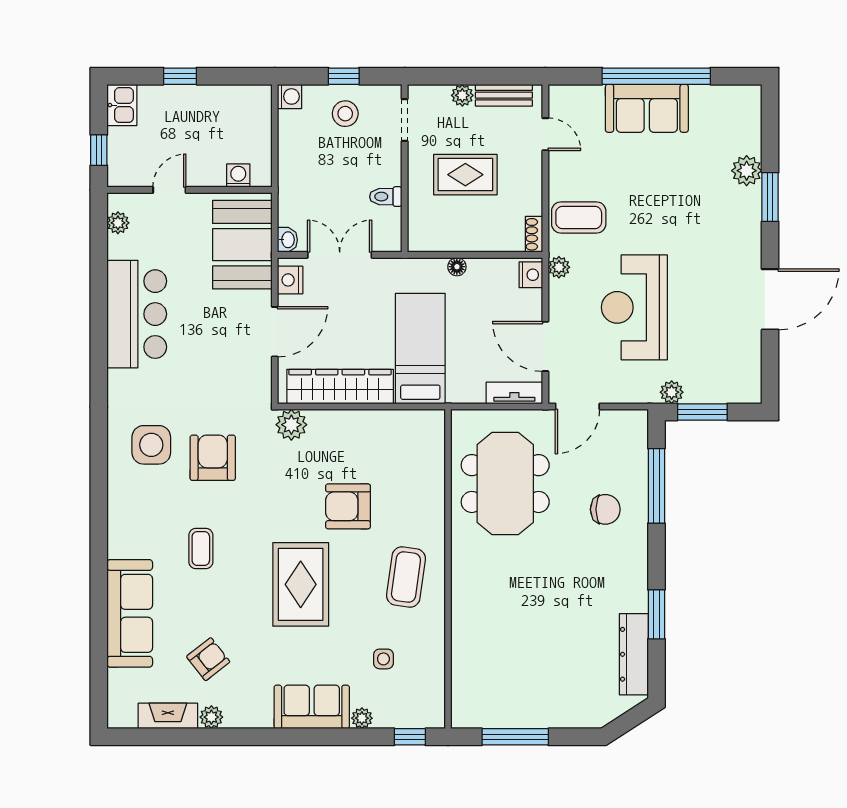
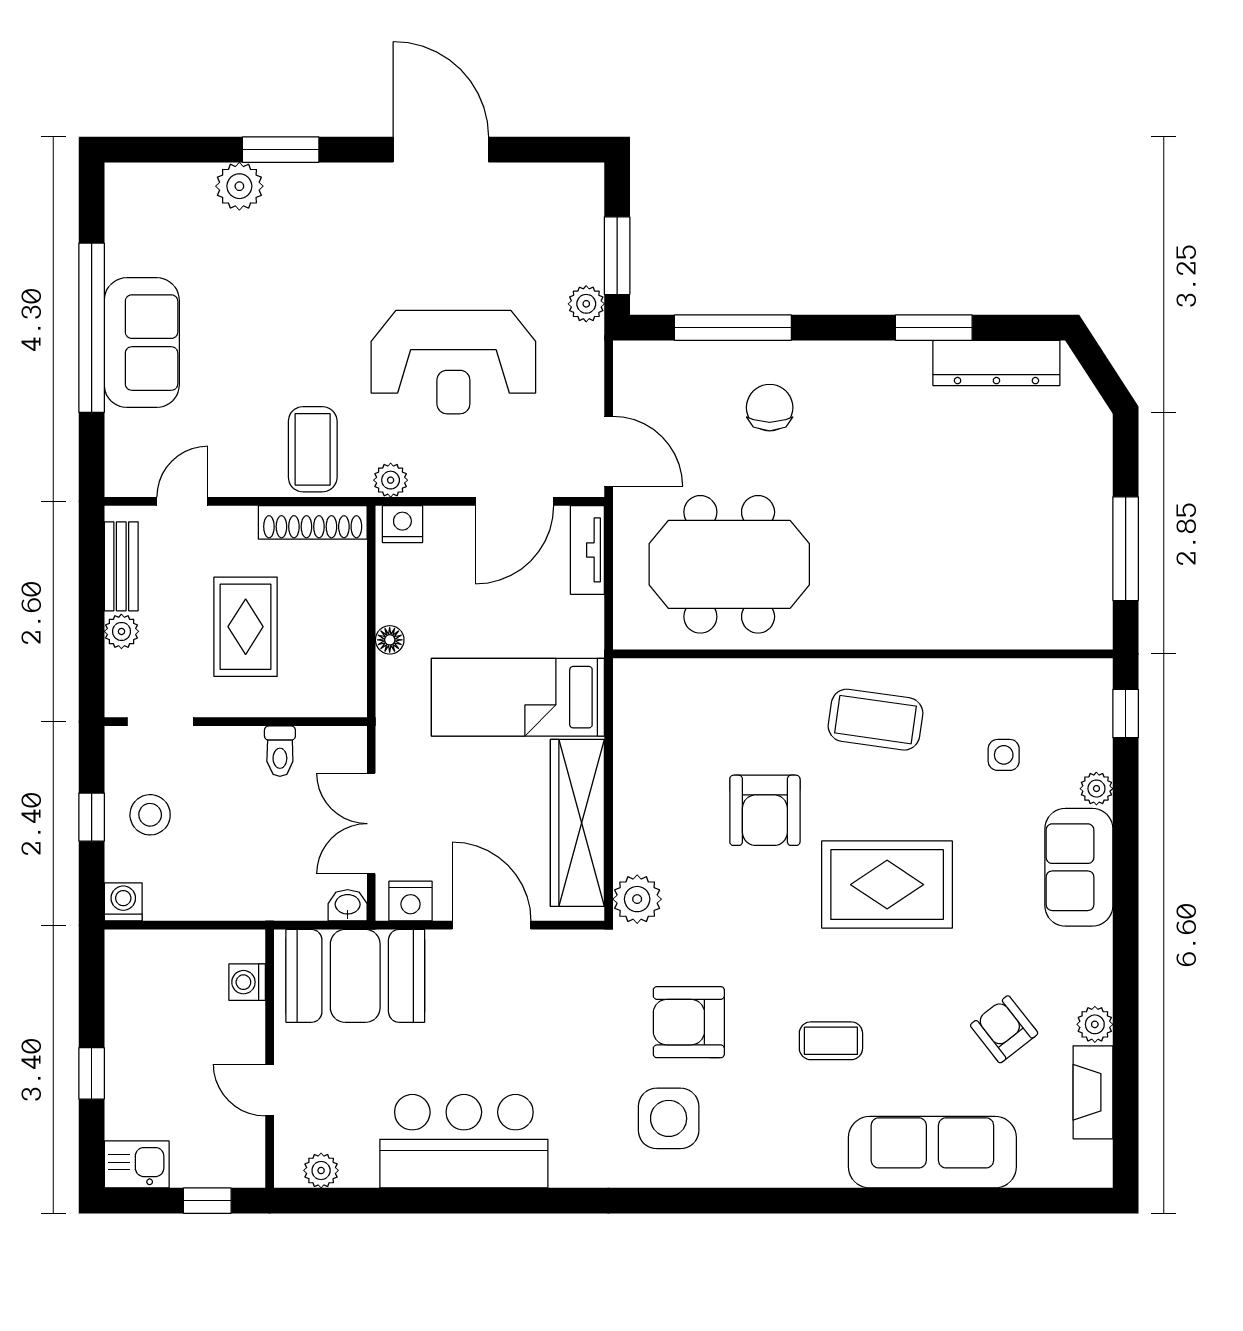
shoe rack: (534, 234) -> (313, 522), width x1.94, depth x1.24

